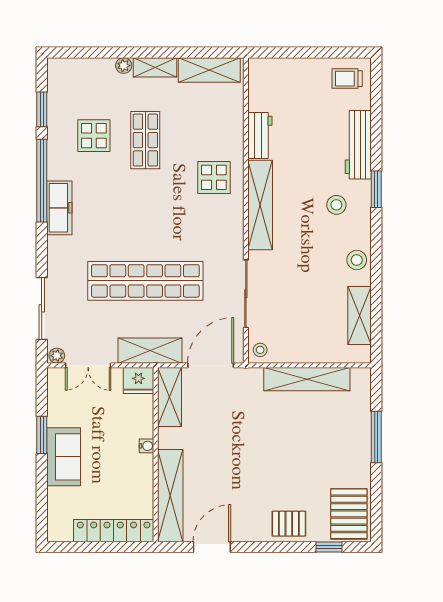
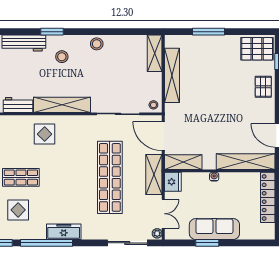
shelving: (359, 316) -> (155, 53), moved, turned 90
sofa: (64, 457) -> (214, 229), width x1.36

